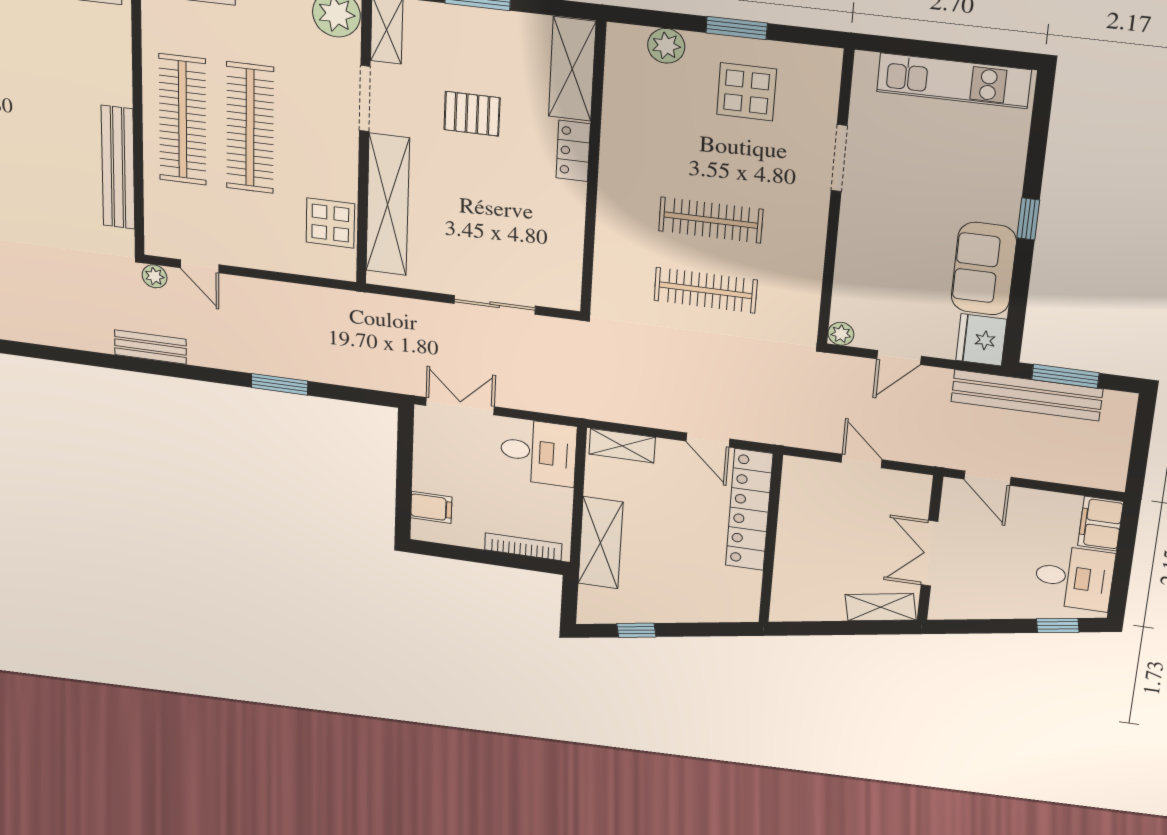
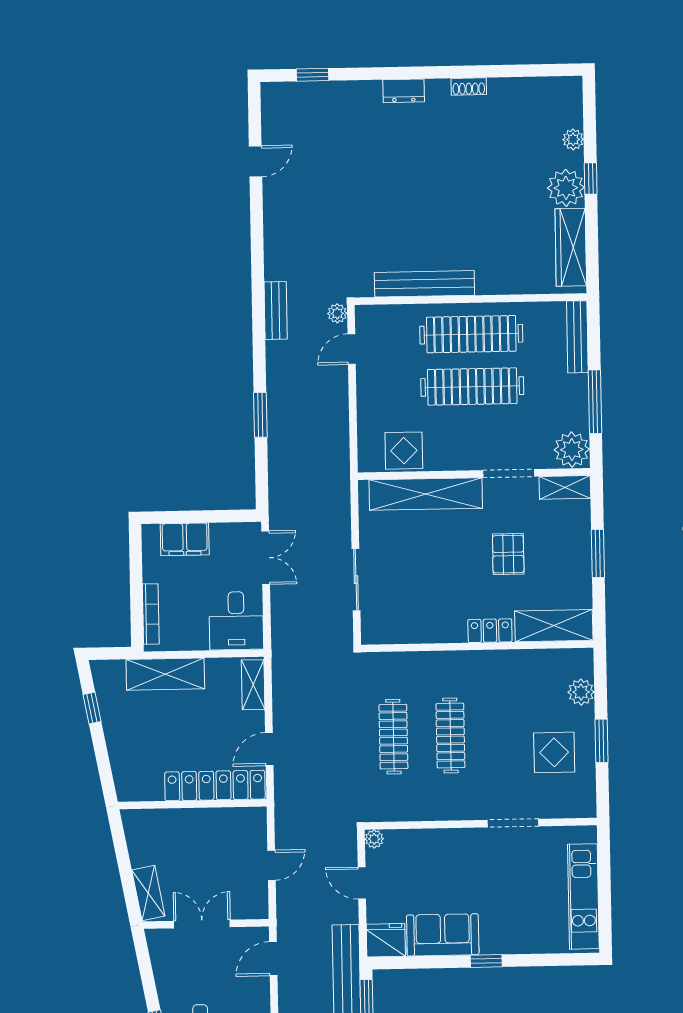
filing cabinet: (431, 507) -> (185, 539), width x2.00

